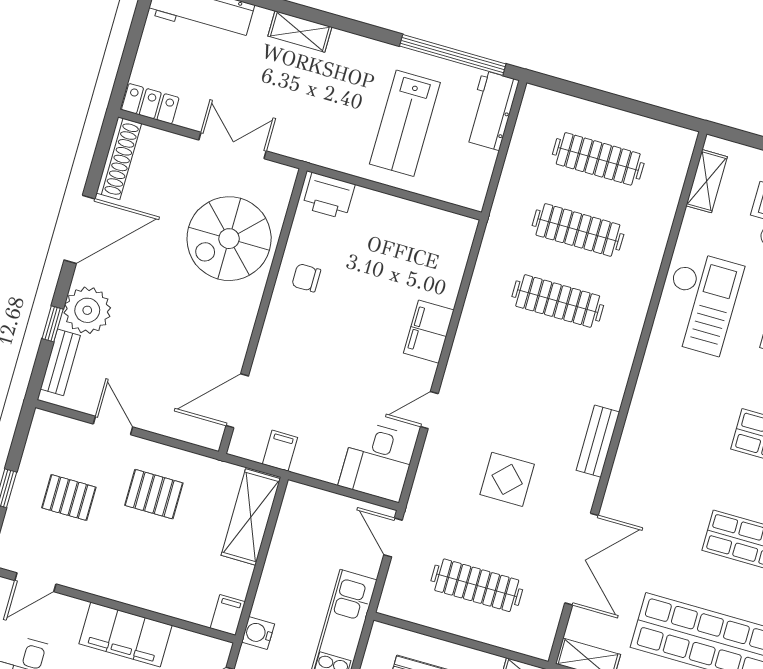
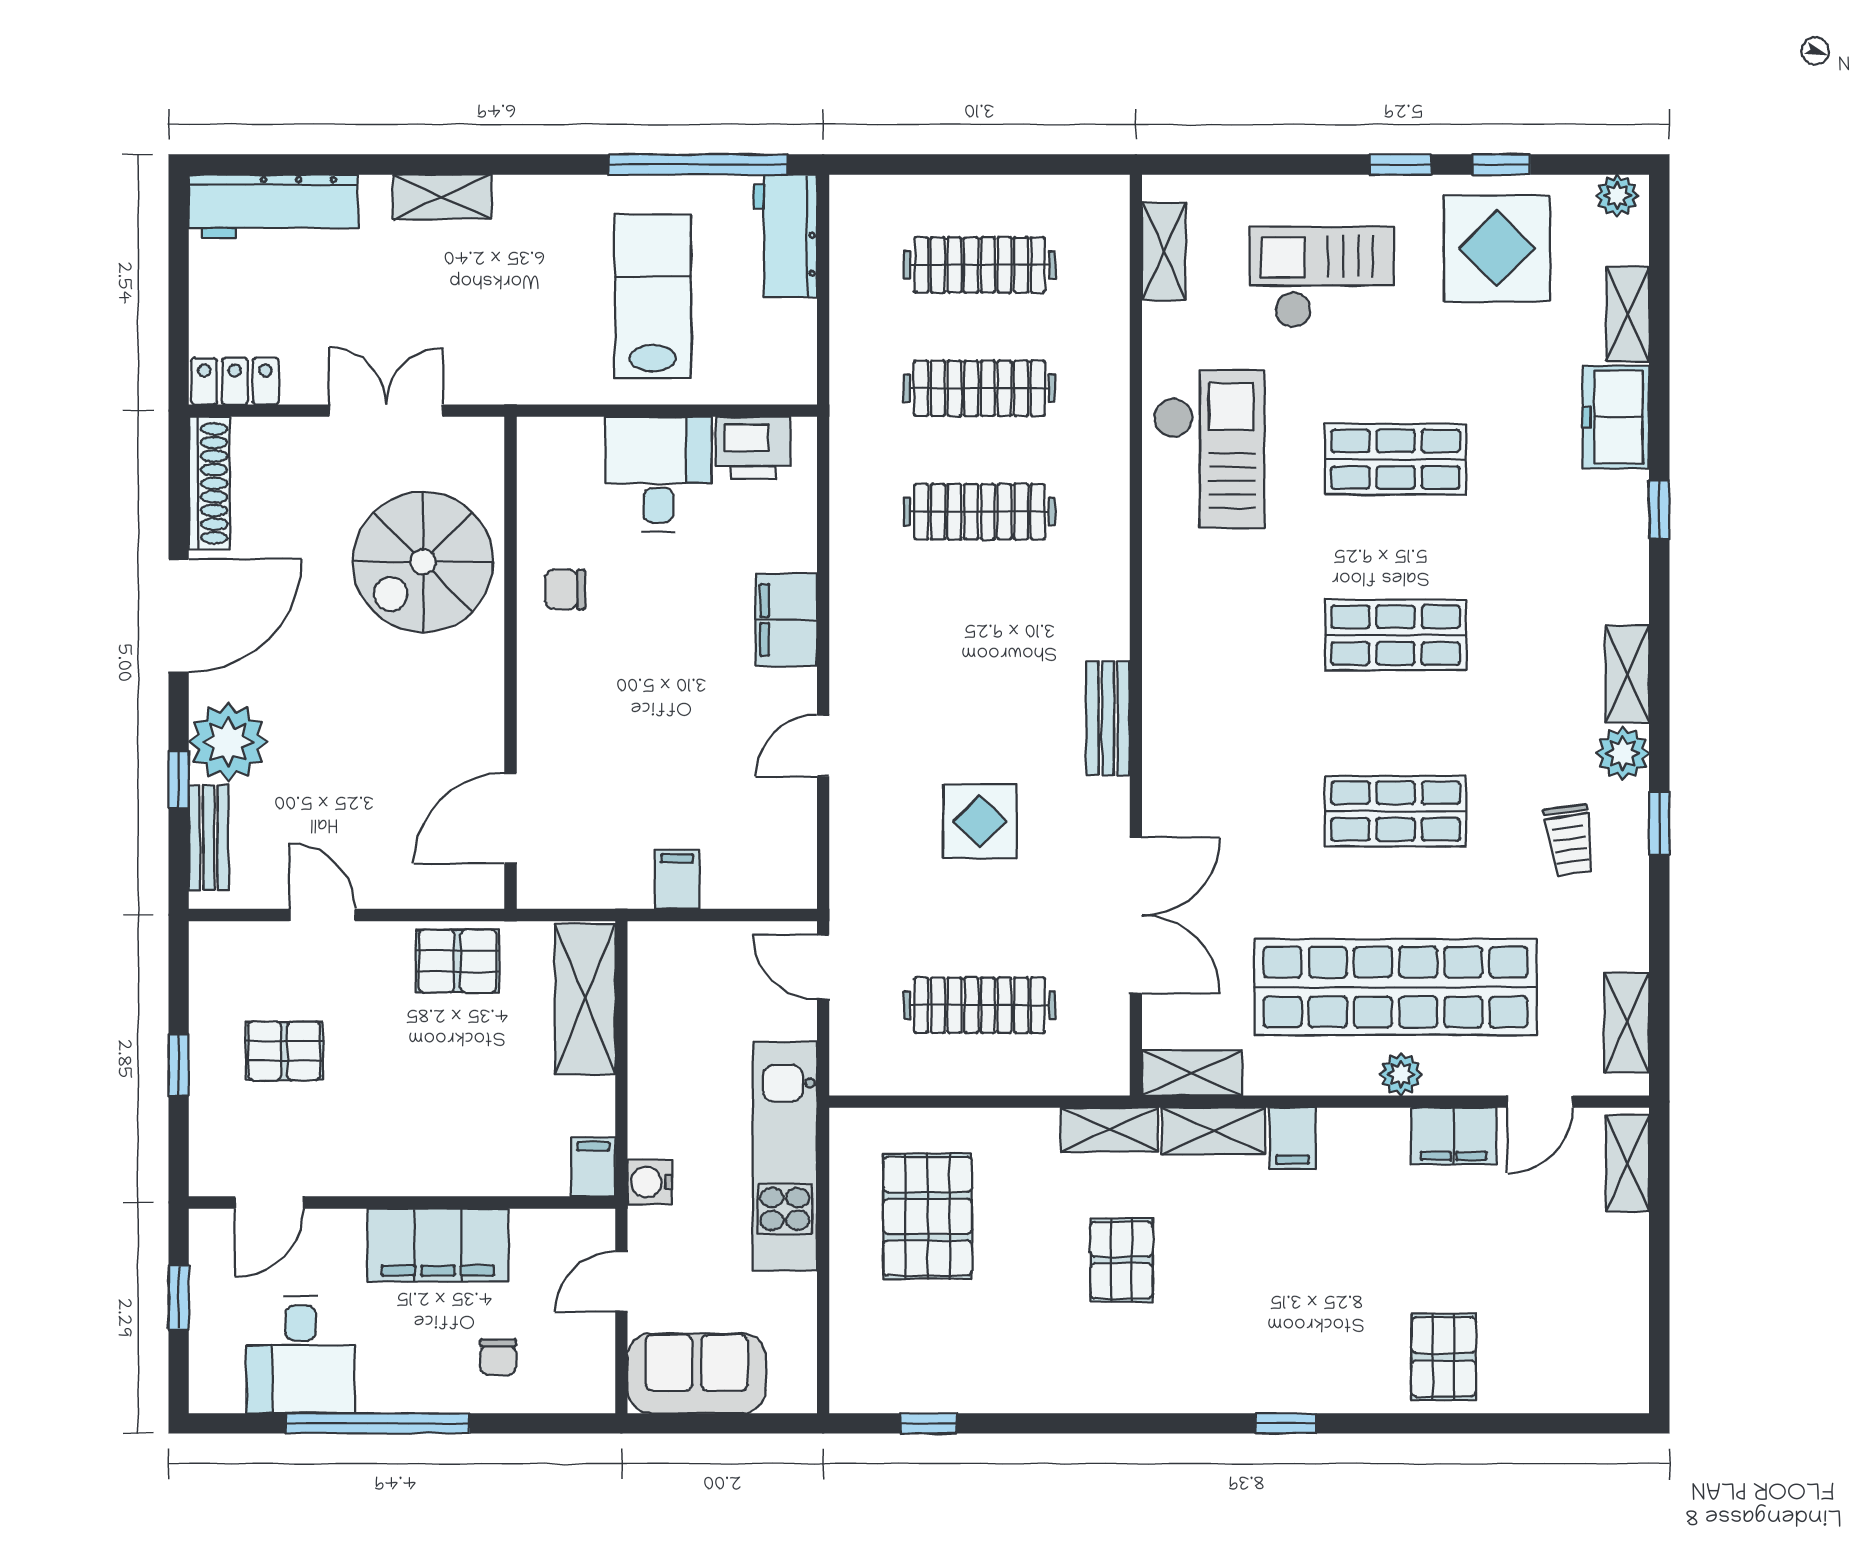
lab bench: (405, 123) -> (653, 296), turned 180
printer: (329, 196) -> (753, 448), moved
filing cabinet: (280, 451) -> (677, 879), moved
desk: (378, 461) -> (658, 474), moved, turned 180
pallet: (154, 494) -> (457, 961), moved

